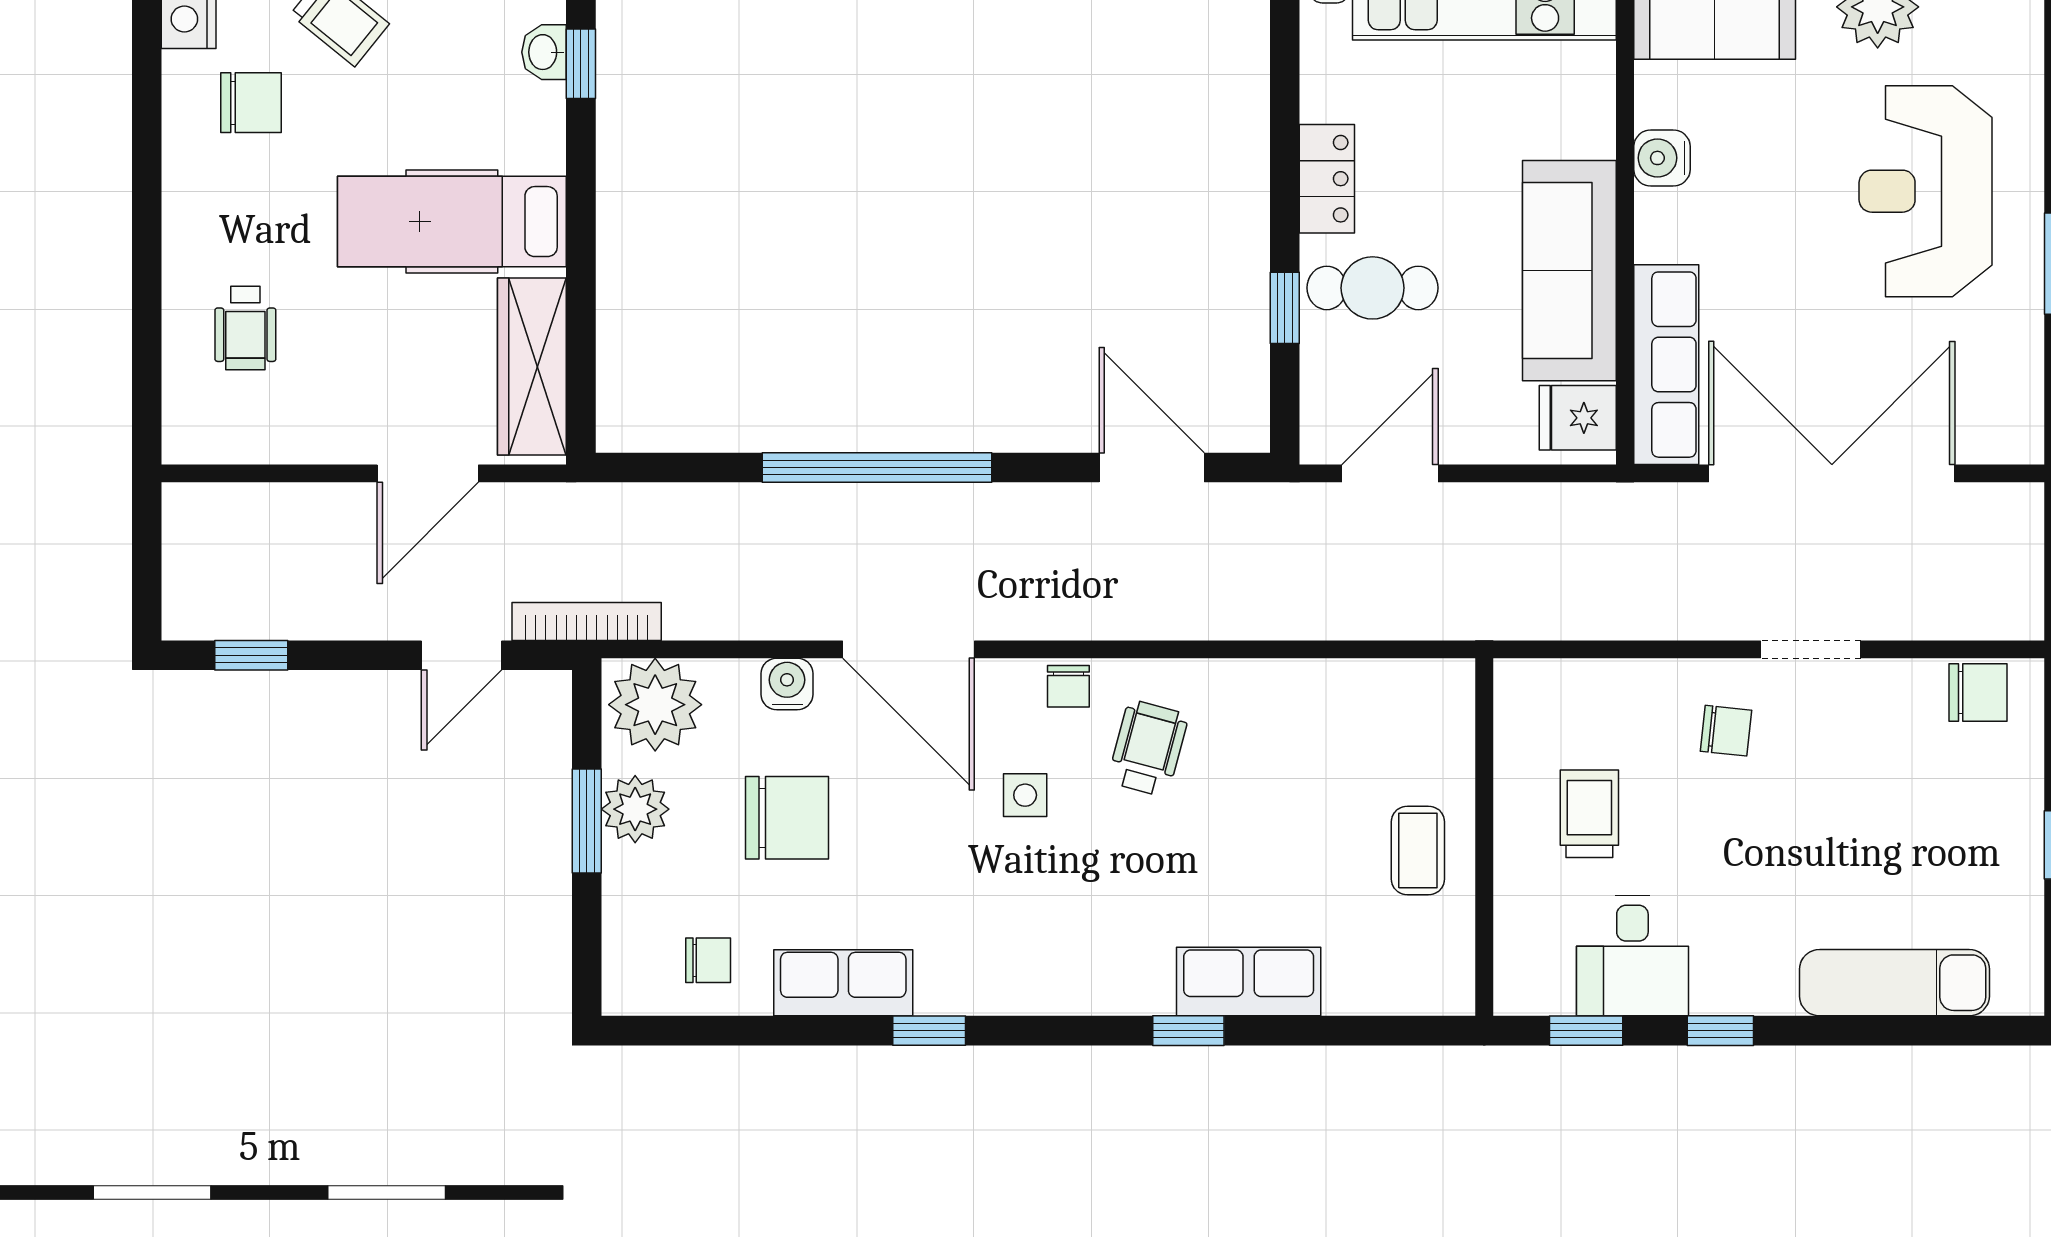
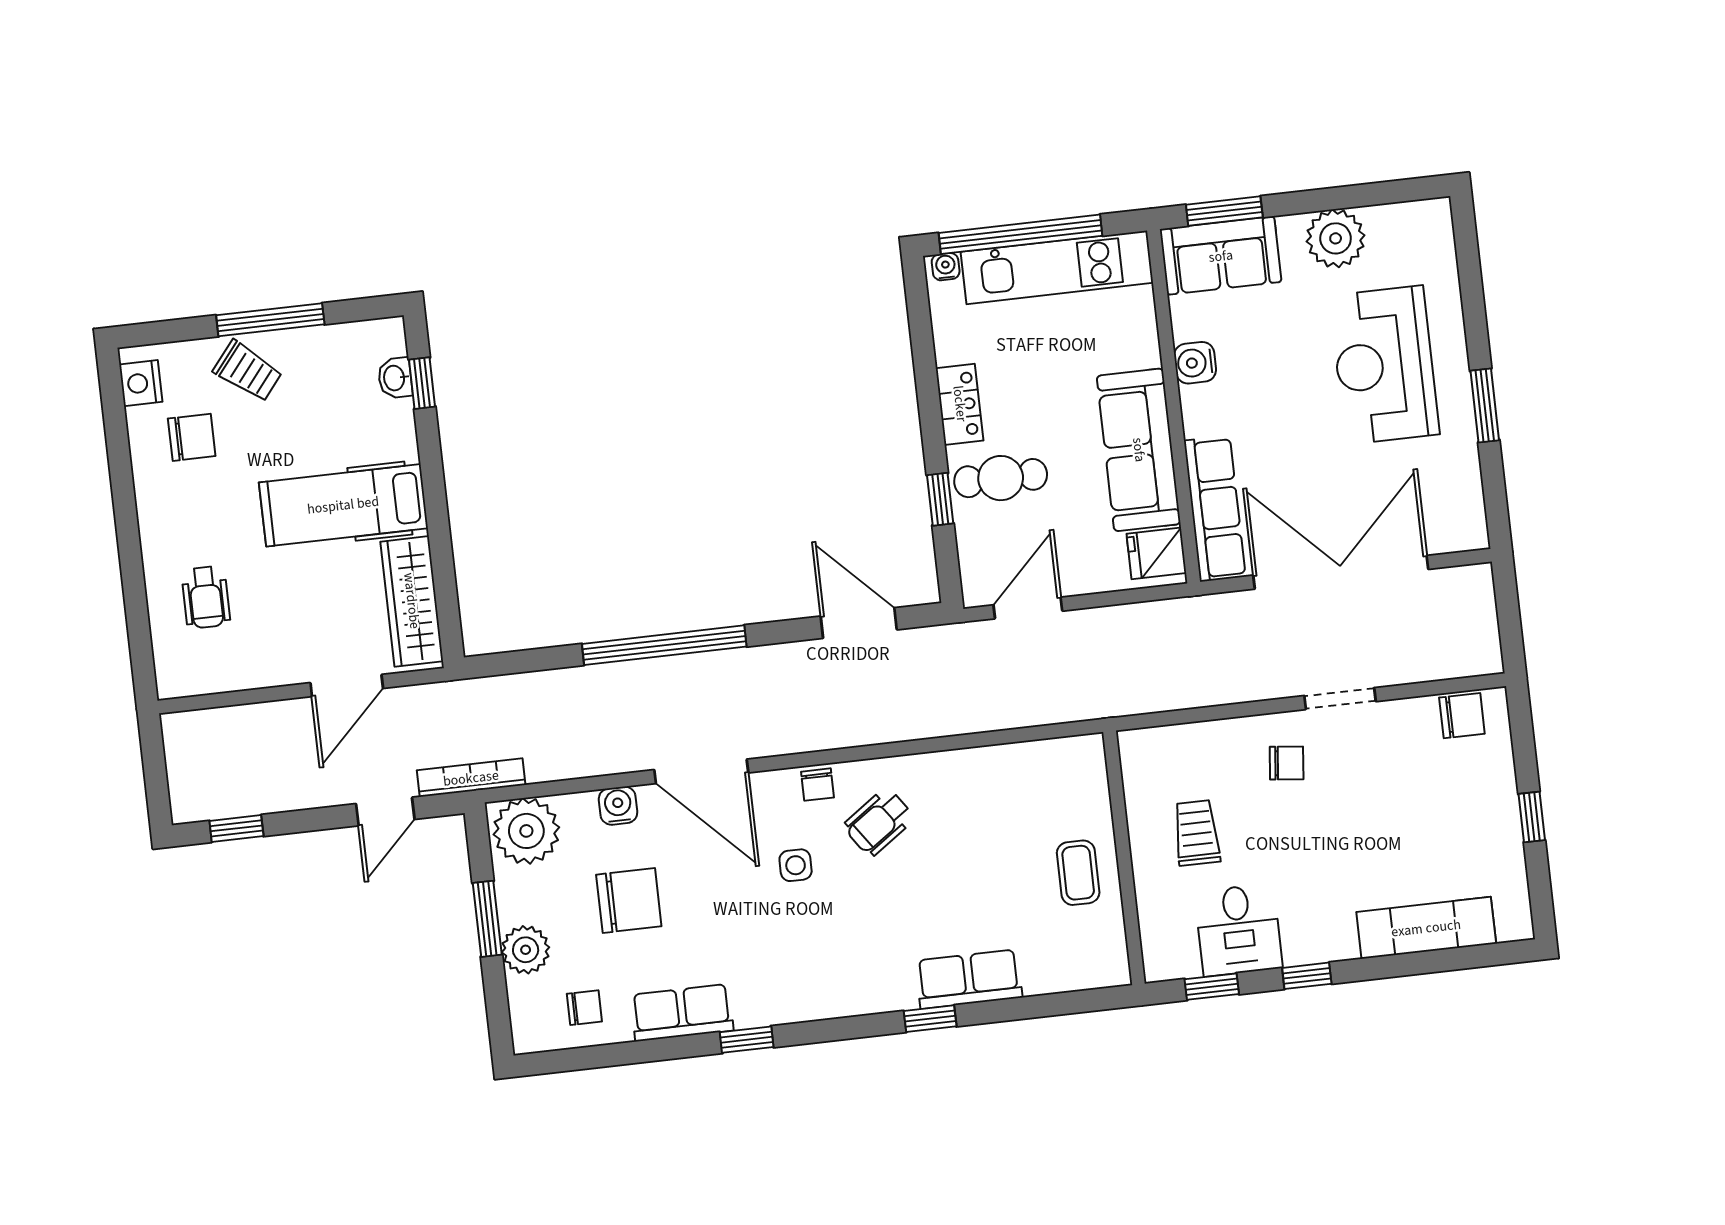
wheelchair: (1148, 748) -> (879, 822), turned -140
plant: (635, 809) -> (526, 950), moved

